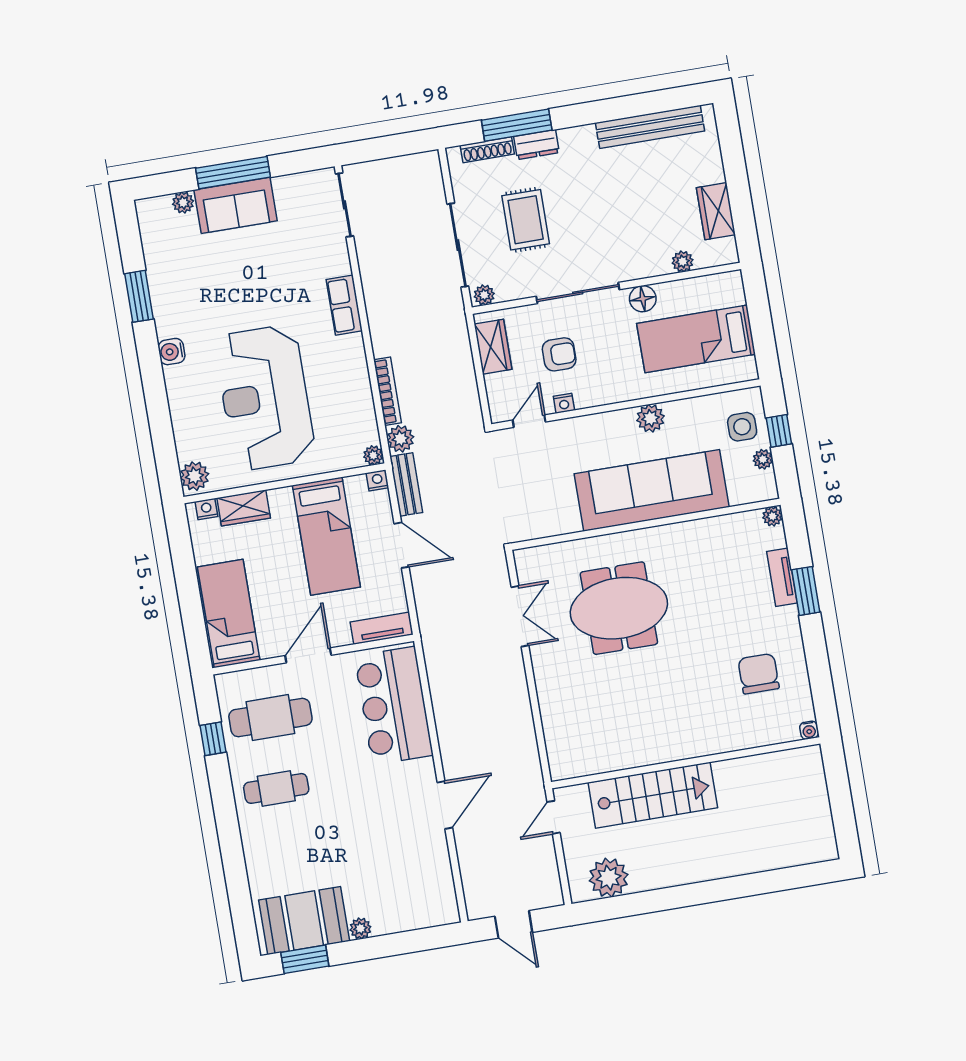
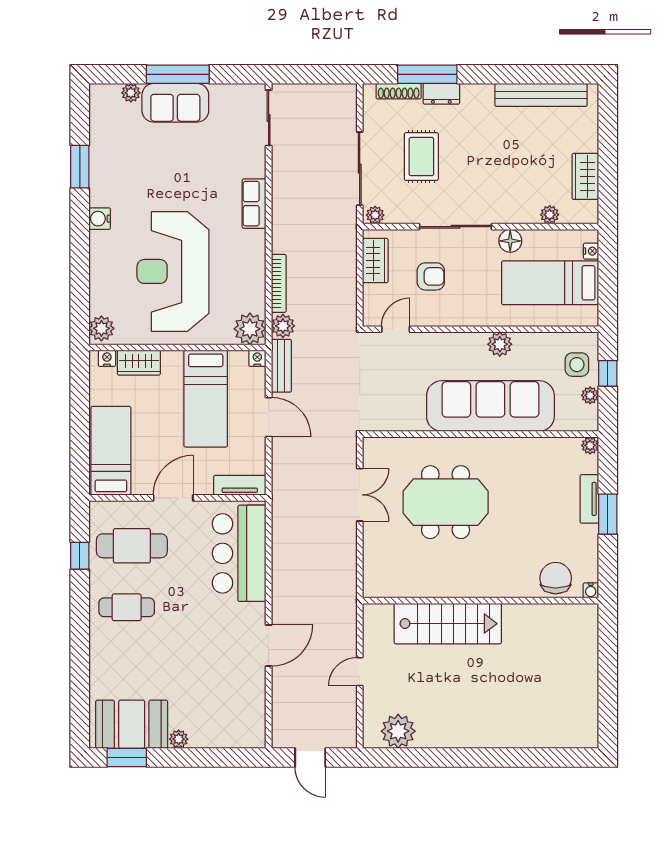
nightstand: (564, 403) -> (591, 251), moved, turned -90
plant: (373, 455) -> (250, 329), width x1.88, depth x1.88
water cooler: (809, 730) -> (591, 590), moved
wall: (686, 763) -> (481, 601), moved
stairs: (653, 795) -> (448, 624), moved

